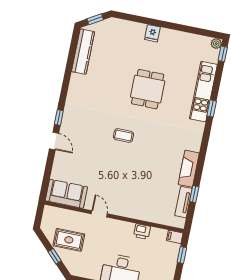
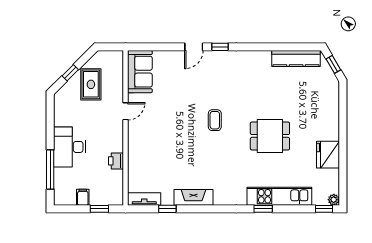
fridge: (152, 33) -> (328, 155), moved, width x1.88, depth x1.34
tv unit: (183, 202) -> (144, 199), moved
filing cabinet: (175, 237) -> (83, 197), moved

